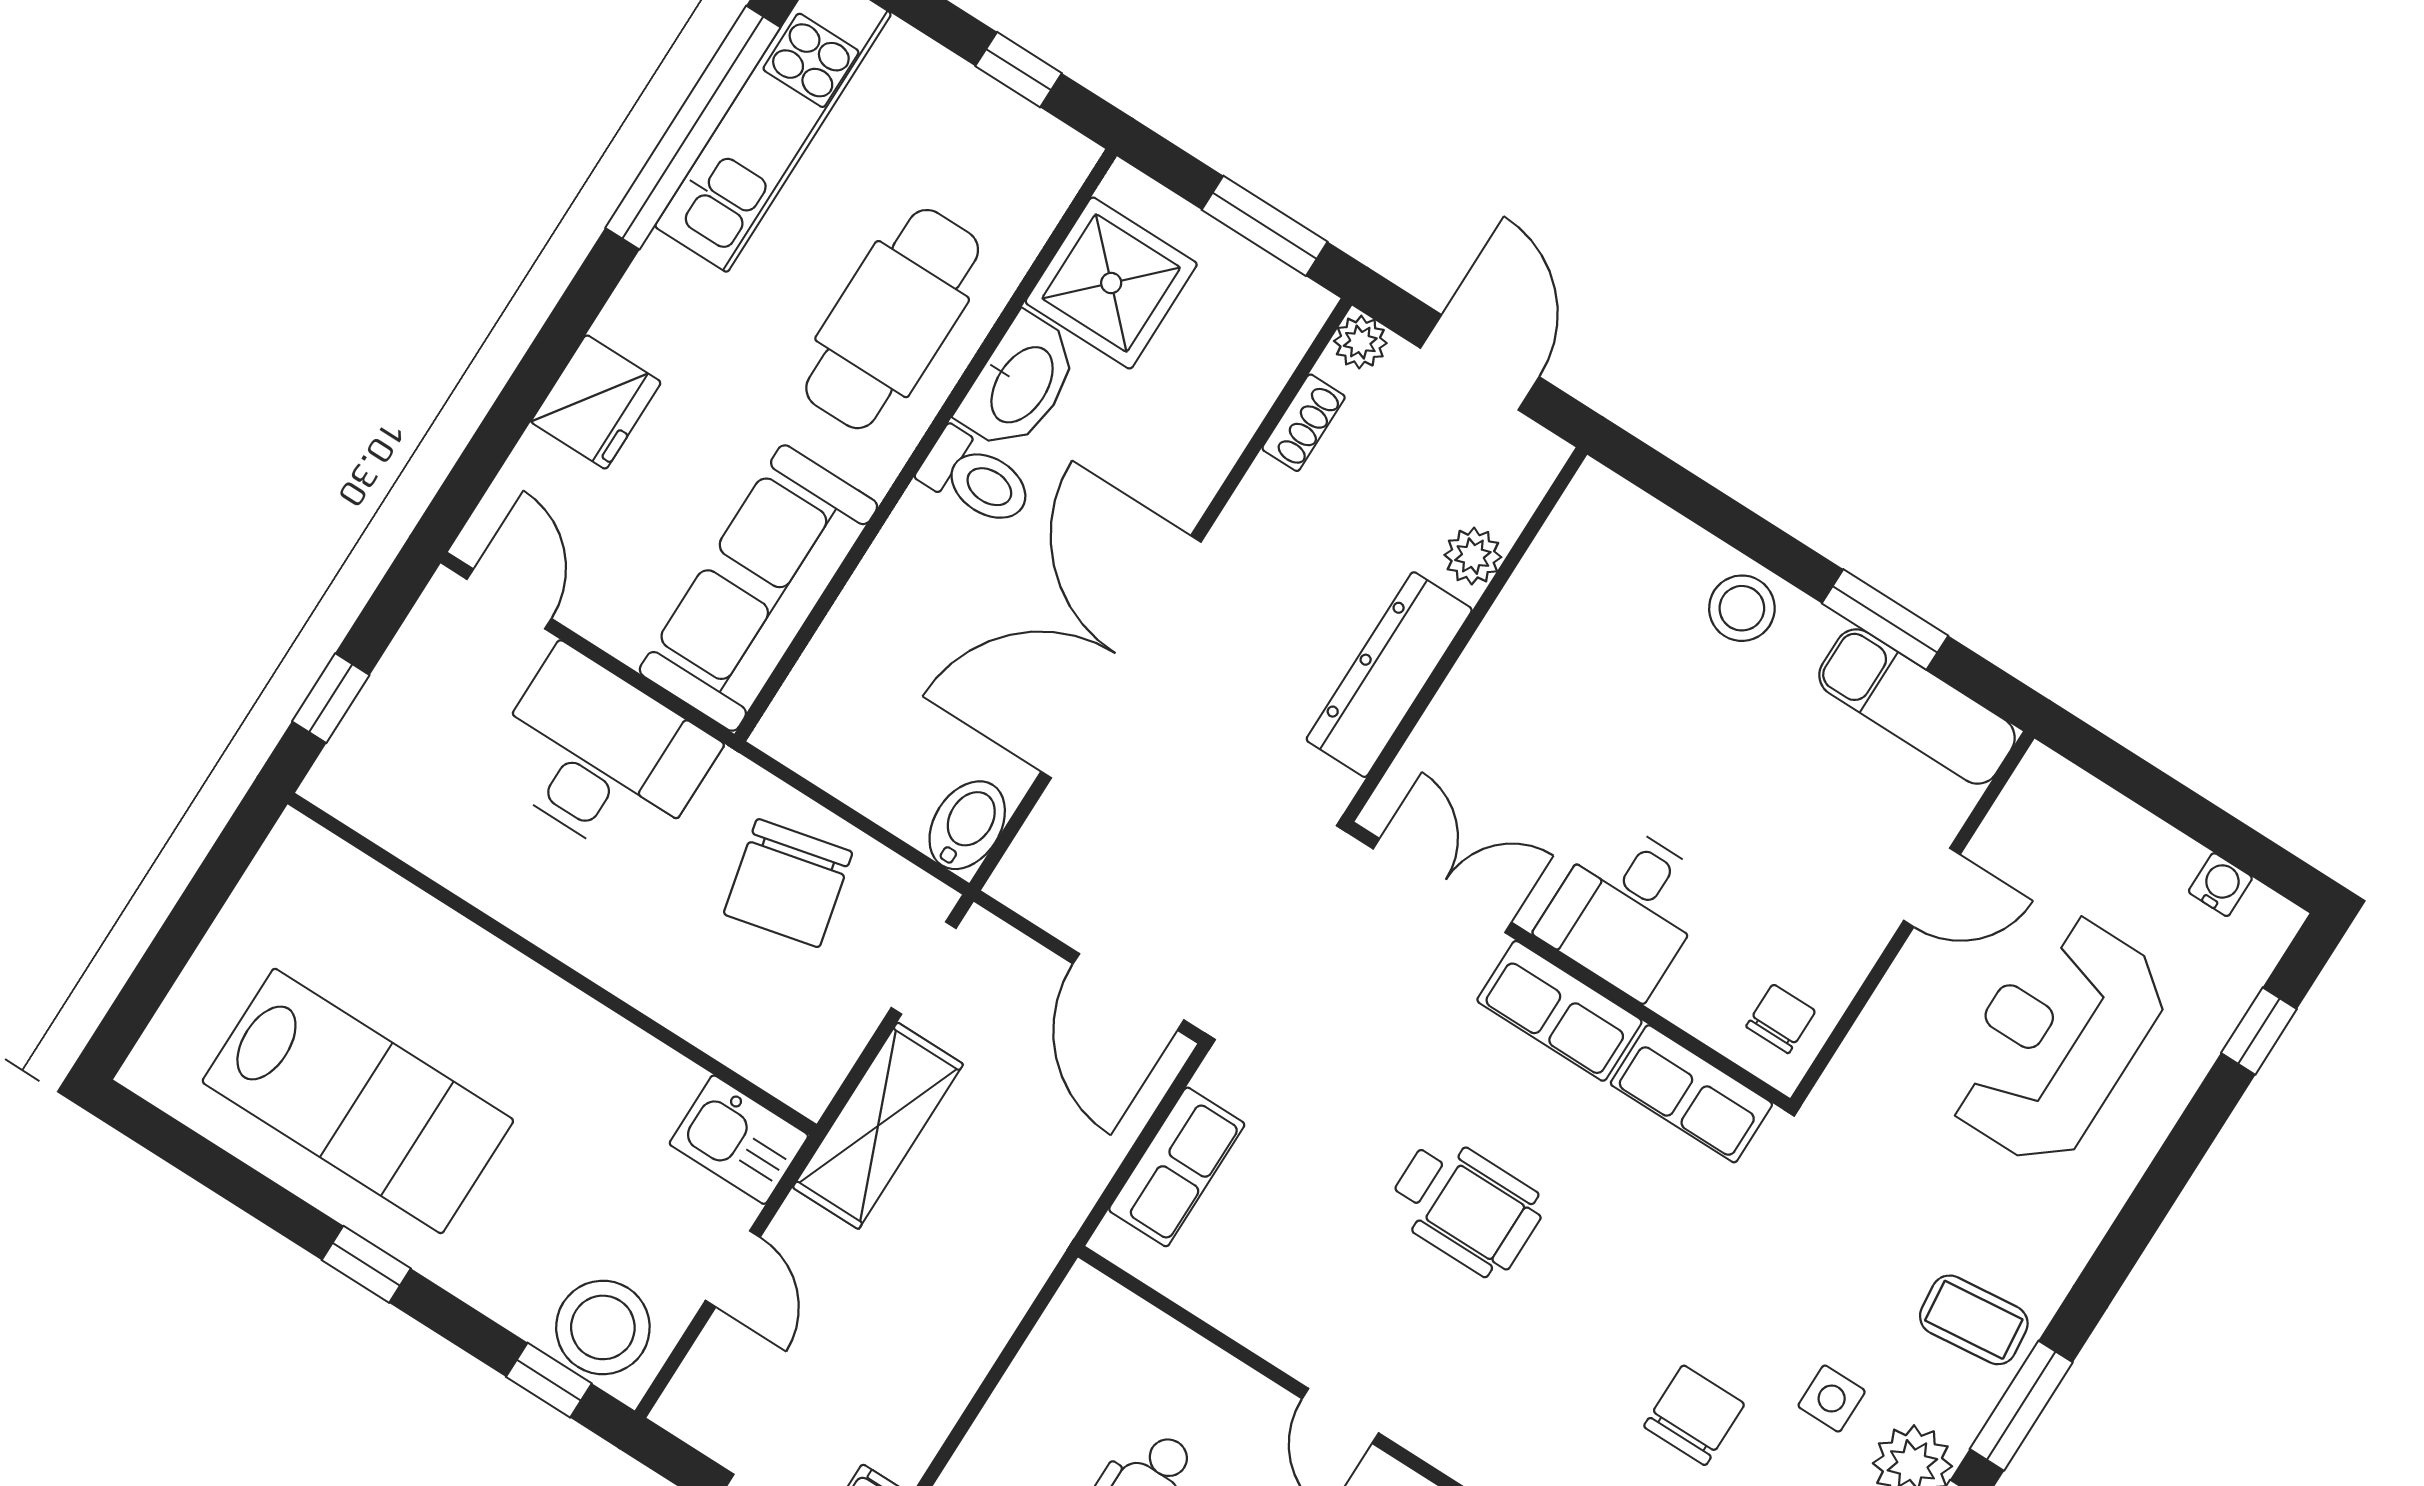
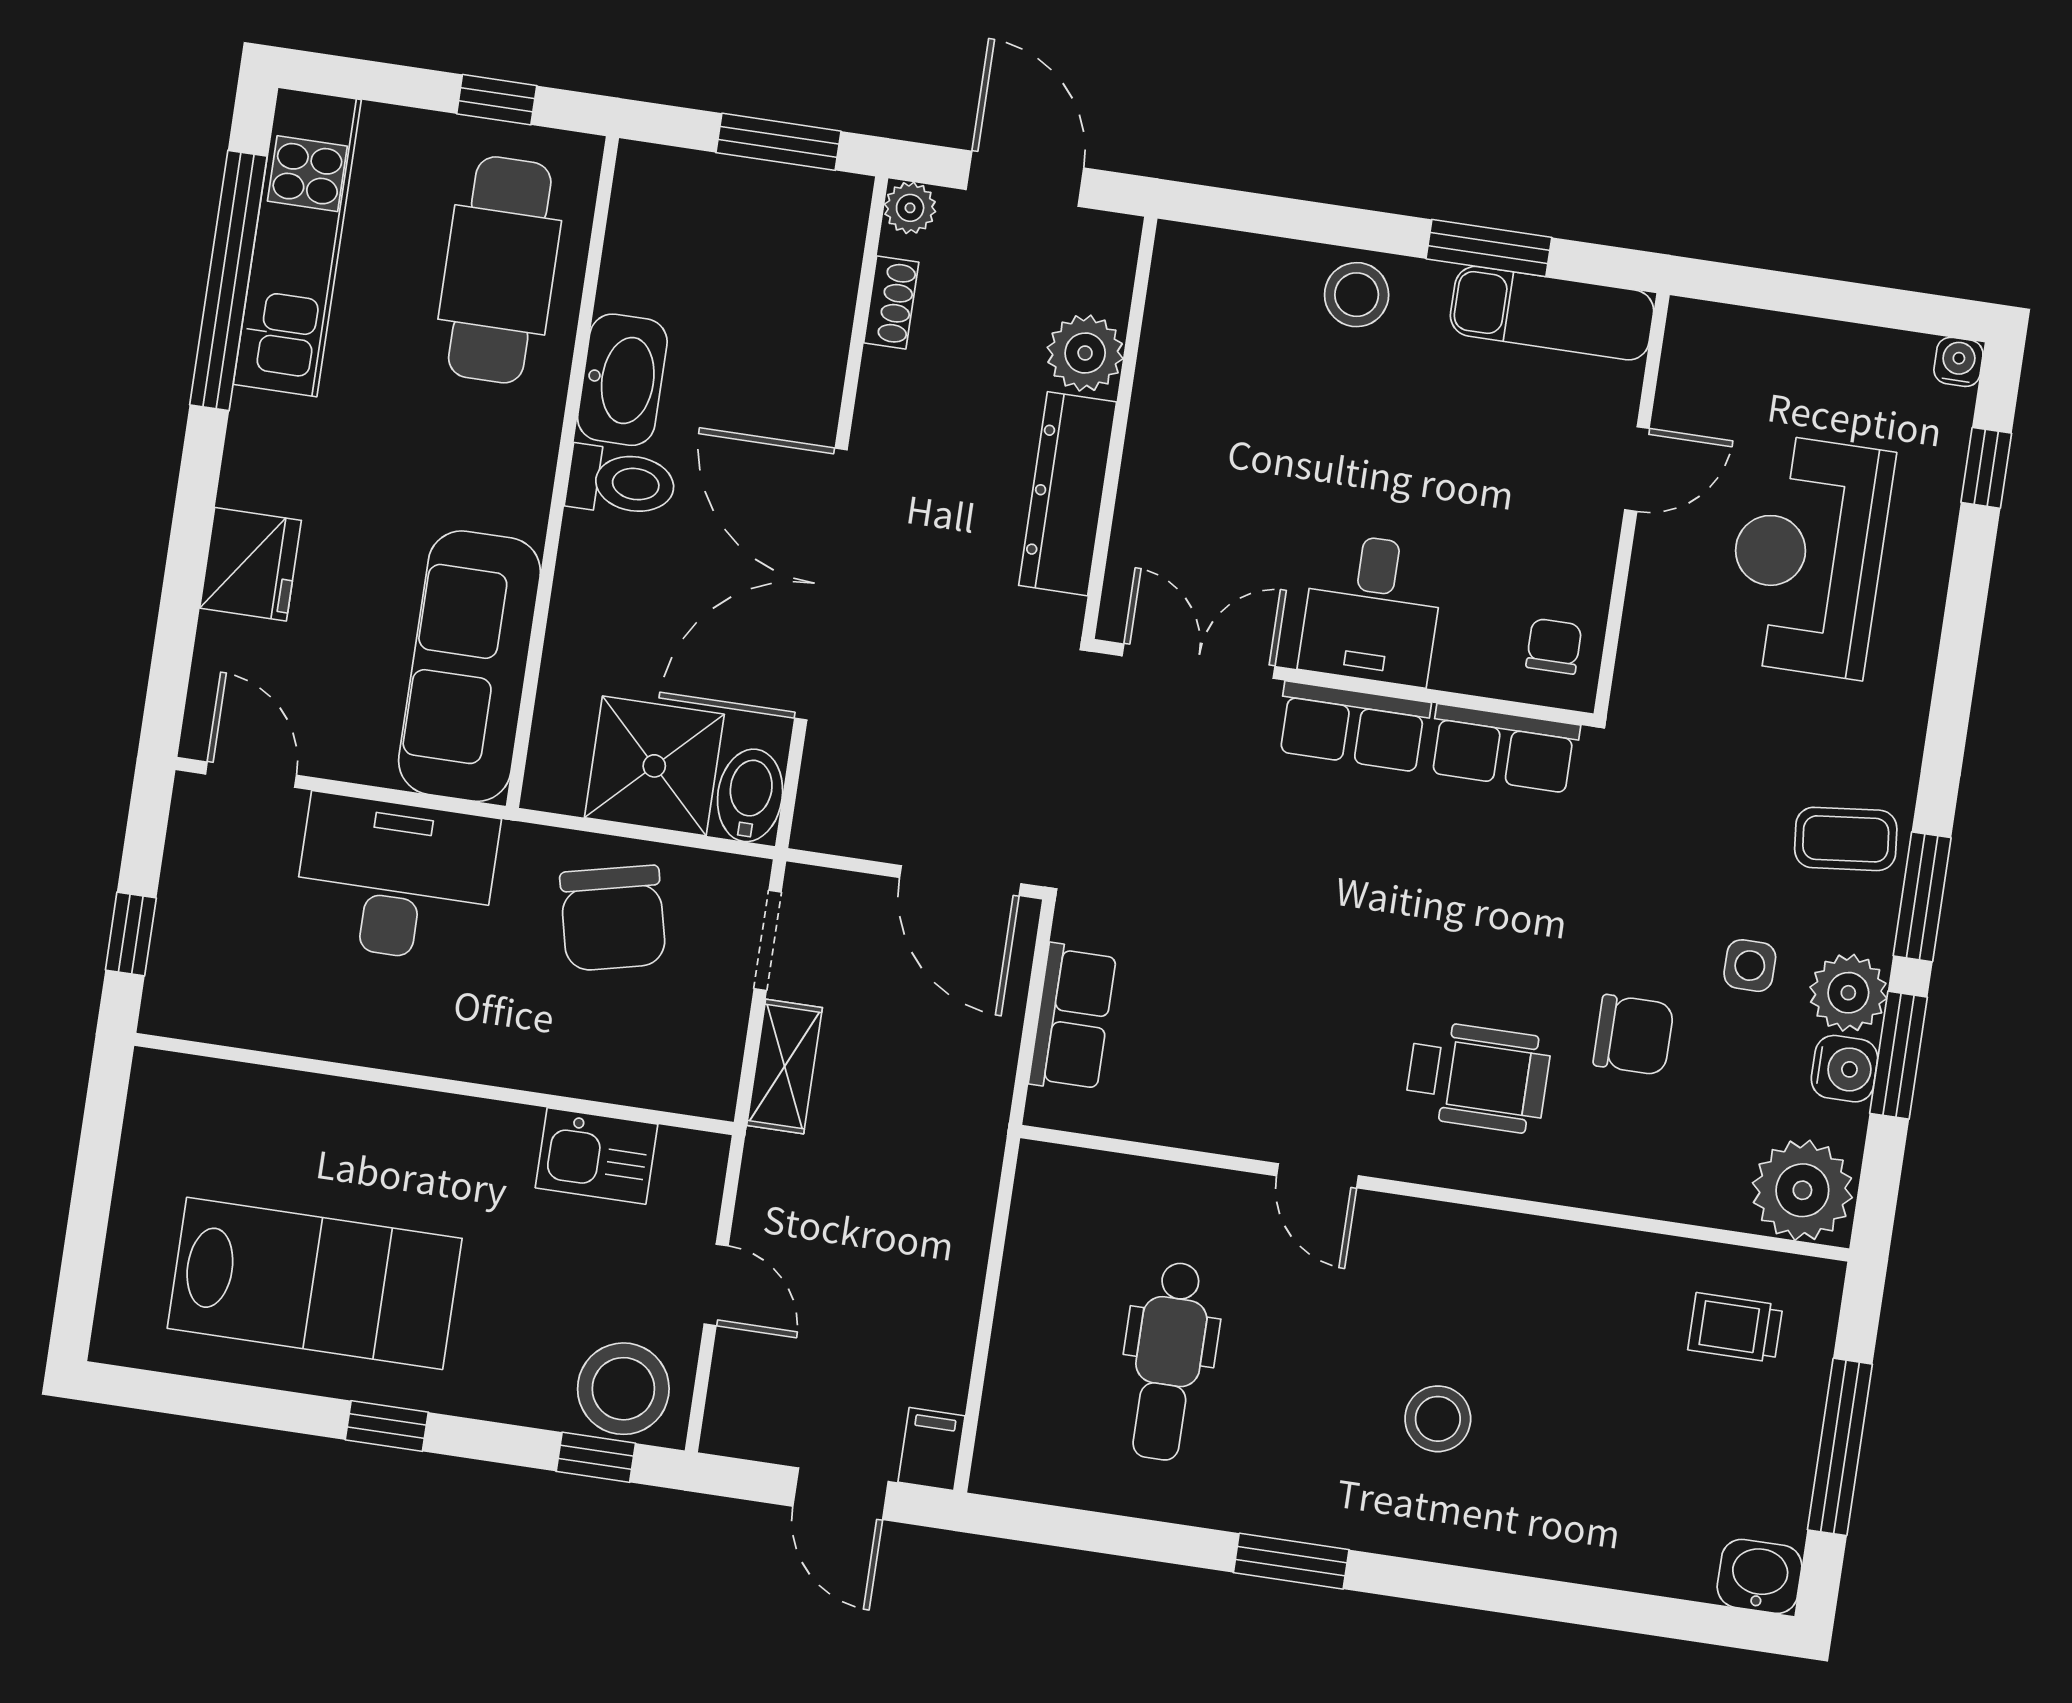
shower: (1111, 283) -> (654, 766), moved
cafe table: (892, 319) -> (500, 270), moved
plant: (1473, 556) -> (1085, 353), width x1.38, depth x1.38
water cooler: (2220, 885) -> (1958, 362), moved
shelving: (878, 1126) -> (785, 1066), width x0.67, depth x0.75
kitchen sink: (739, 1140) -> (597, 1156), moved
wheelchair: (1466, 1206) -> (1478, 1077), moved
chair: (1694, 1415) -> (1634, 1035), turned 90

